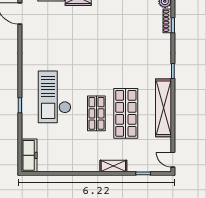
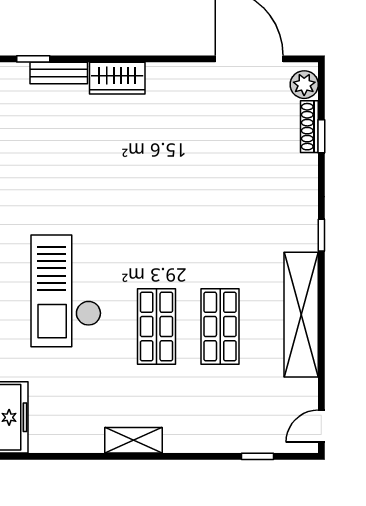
shop shelf: (126, 113) -> (220, 327), width x0.70, depth x0.74
door: (173, 160) -> (321, 426), hinge flipped
shelving: (113, 166) -> (133, 440), moved

